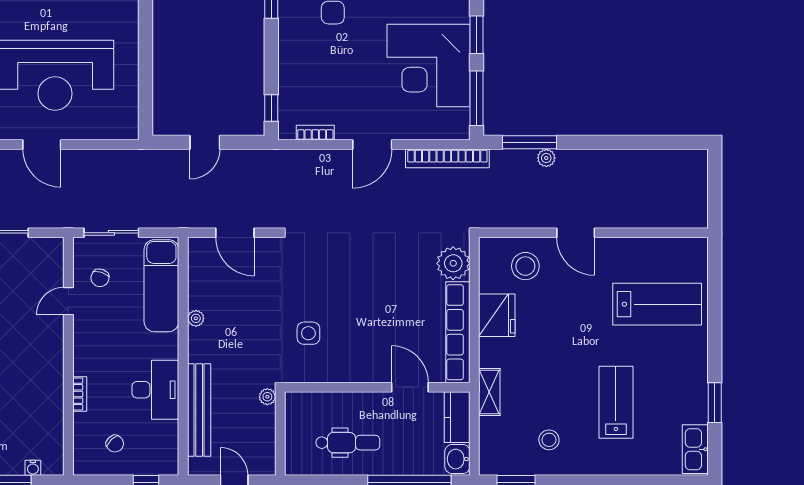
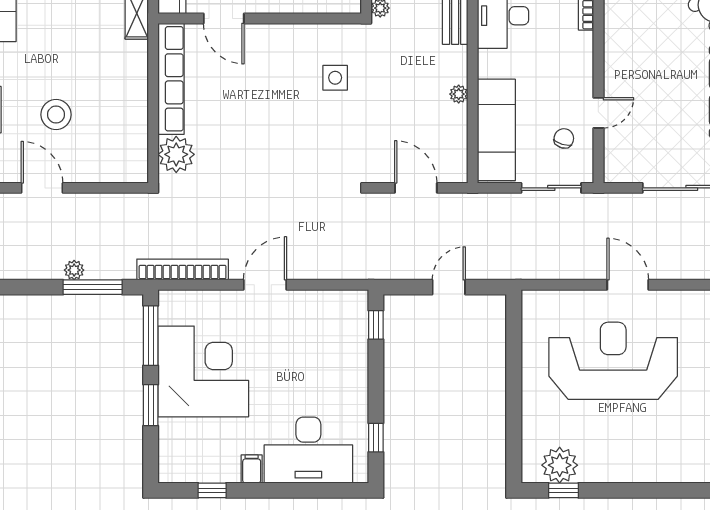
bookcase: (315, 133) -> (328, 298), removed
stool: (525, 266) -> (56, 115), moved
fridge: (497, 315) -> (128, 97), removed

